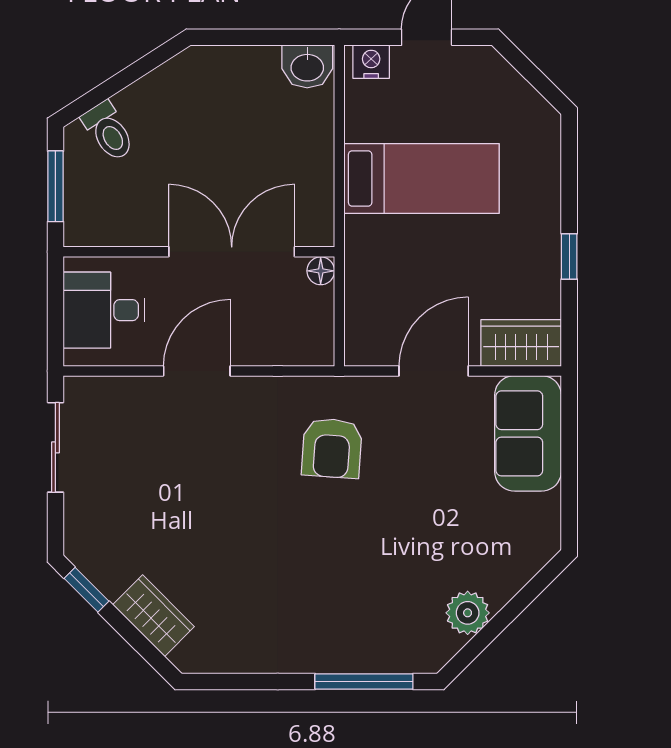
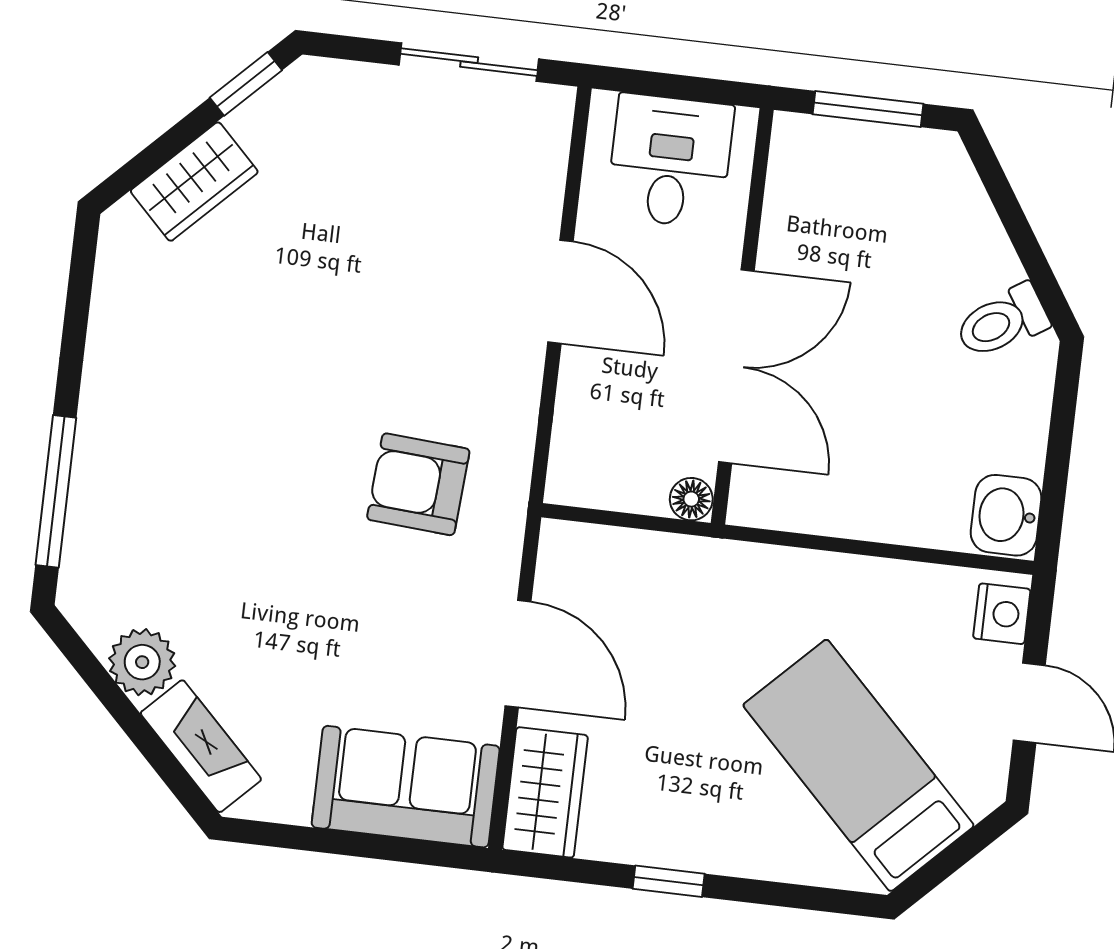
toilet: (109, 131) -> (1002, 322), moved
bed: (421, 178) -> (859, 765), moved, turned 135
fireplace: (517, 569) -> (201, 746), added

